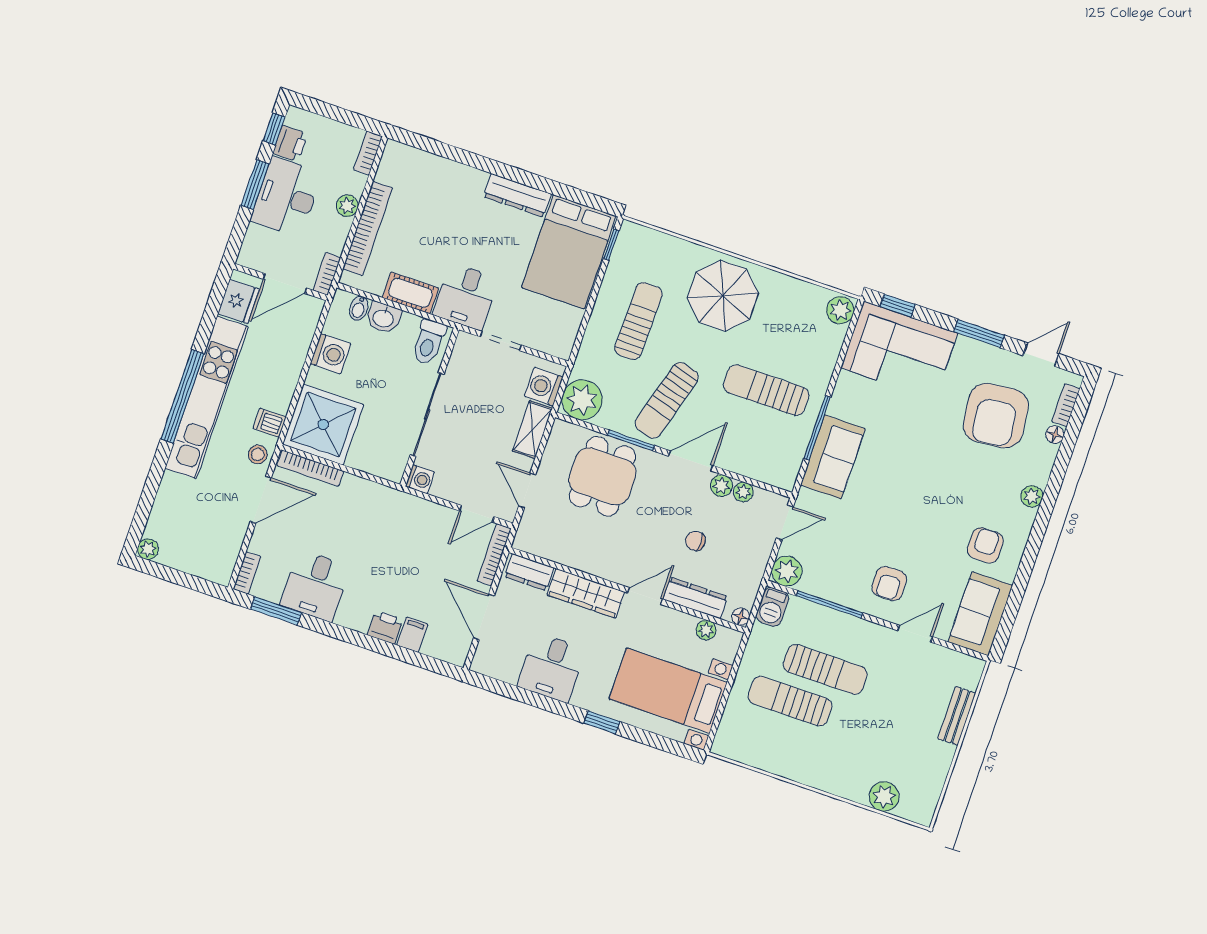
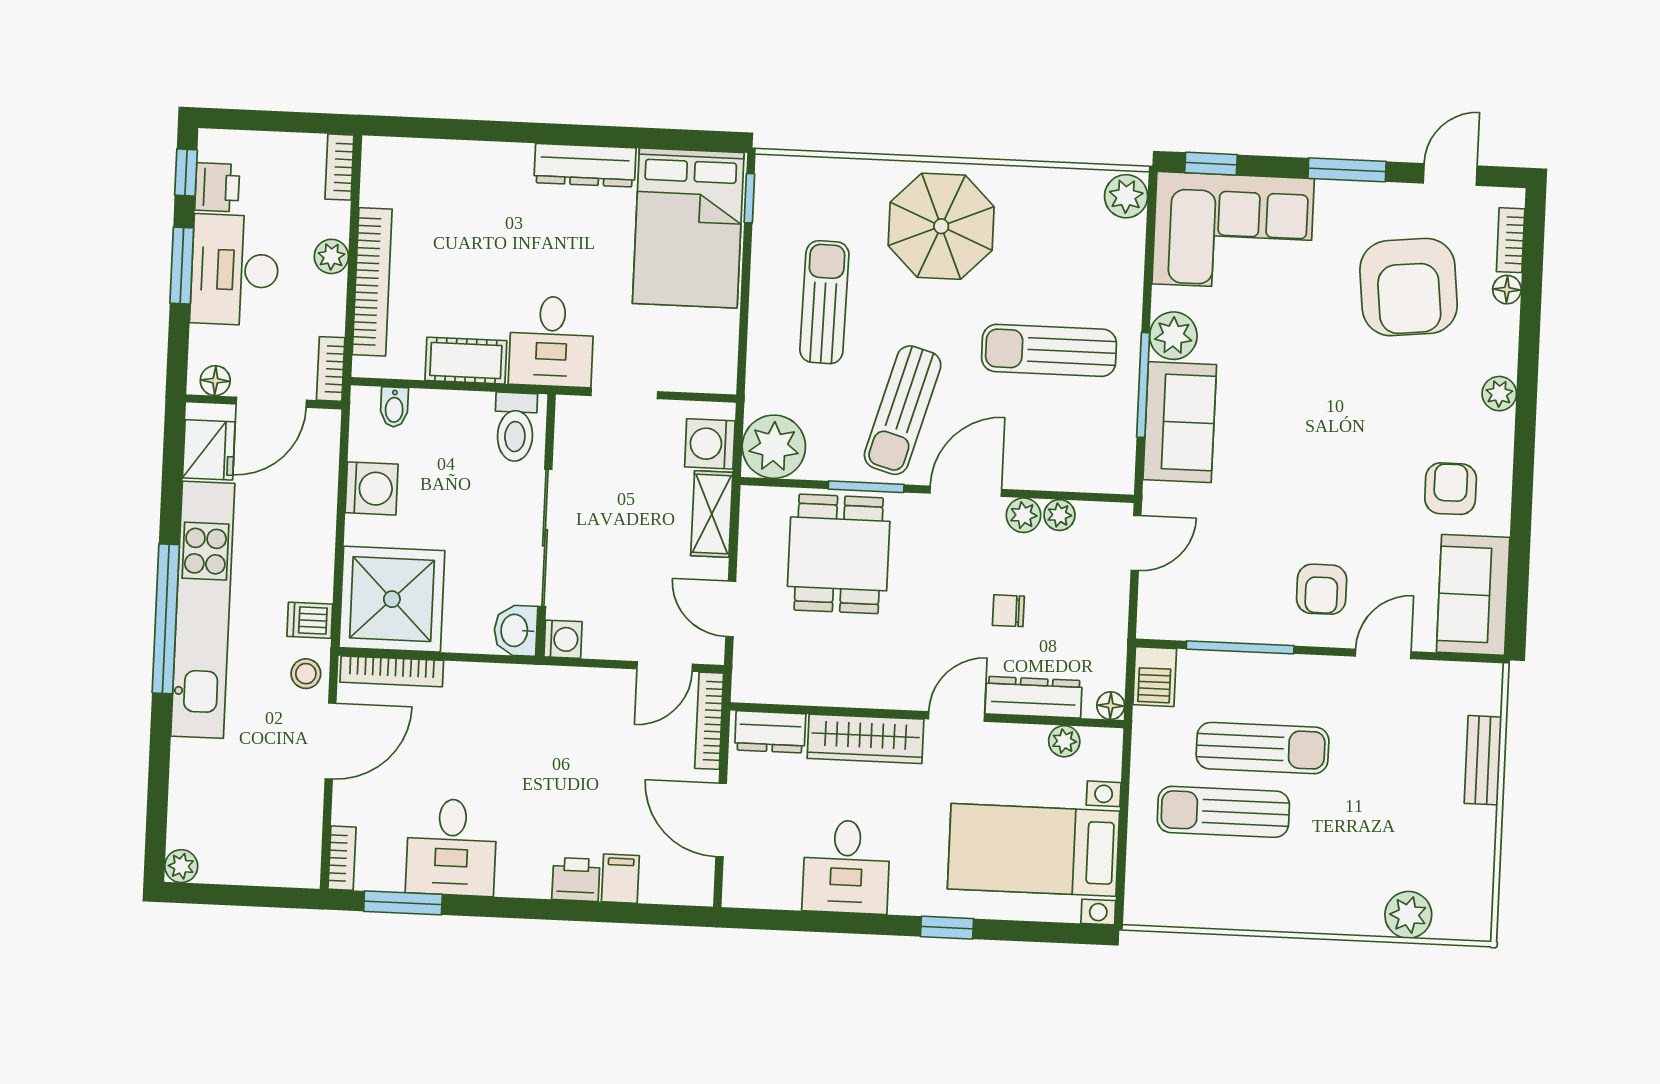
floor lamp: (255, 261) -> (215, 381), added
washbasin: (383, 318) -> (516, 630), moved, turned 90
plant: (787, 571) -> (1173, 336), moved

